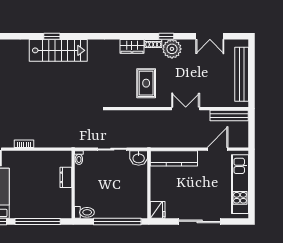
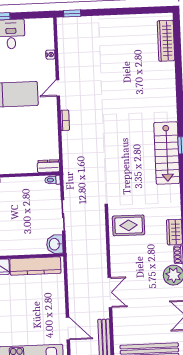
rug: (146, 83) -> (129, 225), moved
kitchen counter: (174, 158) -> (35, 266), moved, turned -90
dresser: (66, 177) -> (48, 166), moved

